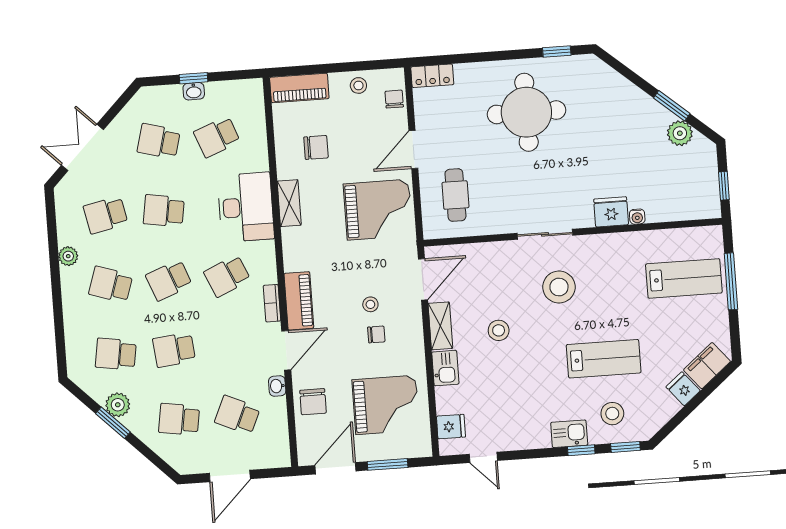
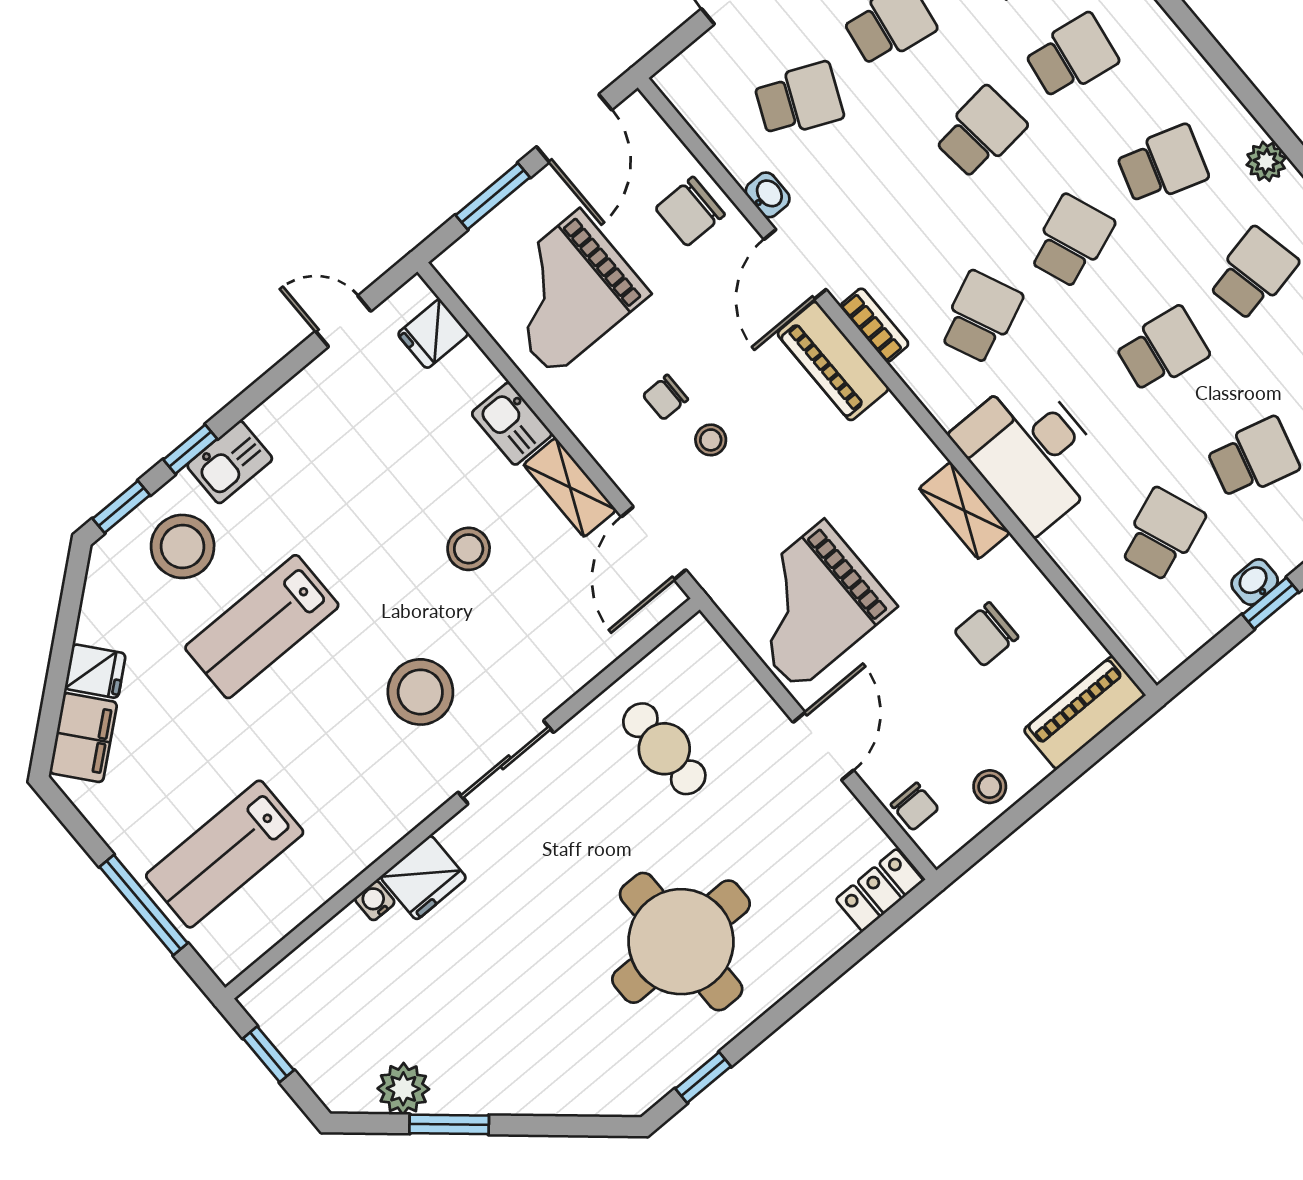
cafe table: (455, 195) -> (664, 749), moved
chair: (313, 402) -> (690, 211), turned -90
stool: (612, 414) -> (183, 546), width x1.38, depth x1.38

